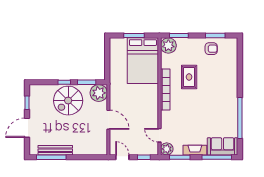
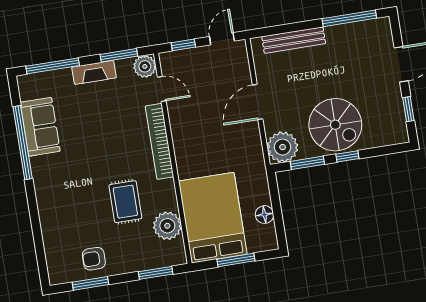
plant: (168, 46) -> (167, 226), moved
floor lamp: (114, 58) -> (265, 215), added
bookcase: (165, 89) -> (160, 141), moved
spiral stairs: (68, 101) -> (335, 125), turned 90
door: (108, 120) -> (258, 102), hinge flipped
sofa: (223, 146) -> (40, 127), moved, turned -90
bench: (55, 150) -> (294, 40), moved
door: (122, 157) -> (222, 39), swing flipped

